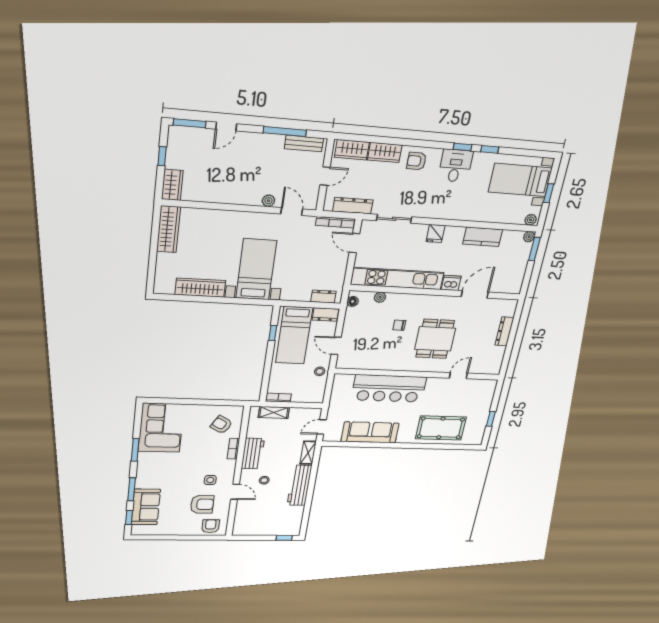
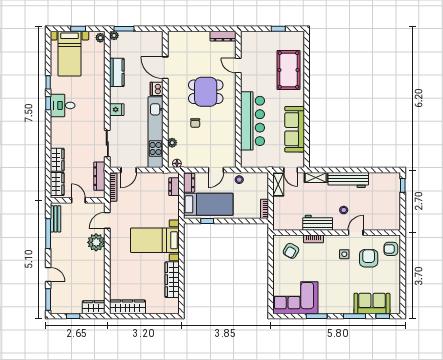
armchair: (416, 161) -> (62, 135), removed
plant: (268, 201) -> (96, 242), width x1.88, depth x1.88
dresser: (504, 331) -> (223, 36), moved
shelving: (274, 412) -> (278, 184), moved

